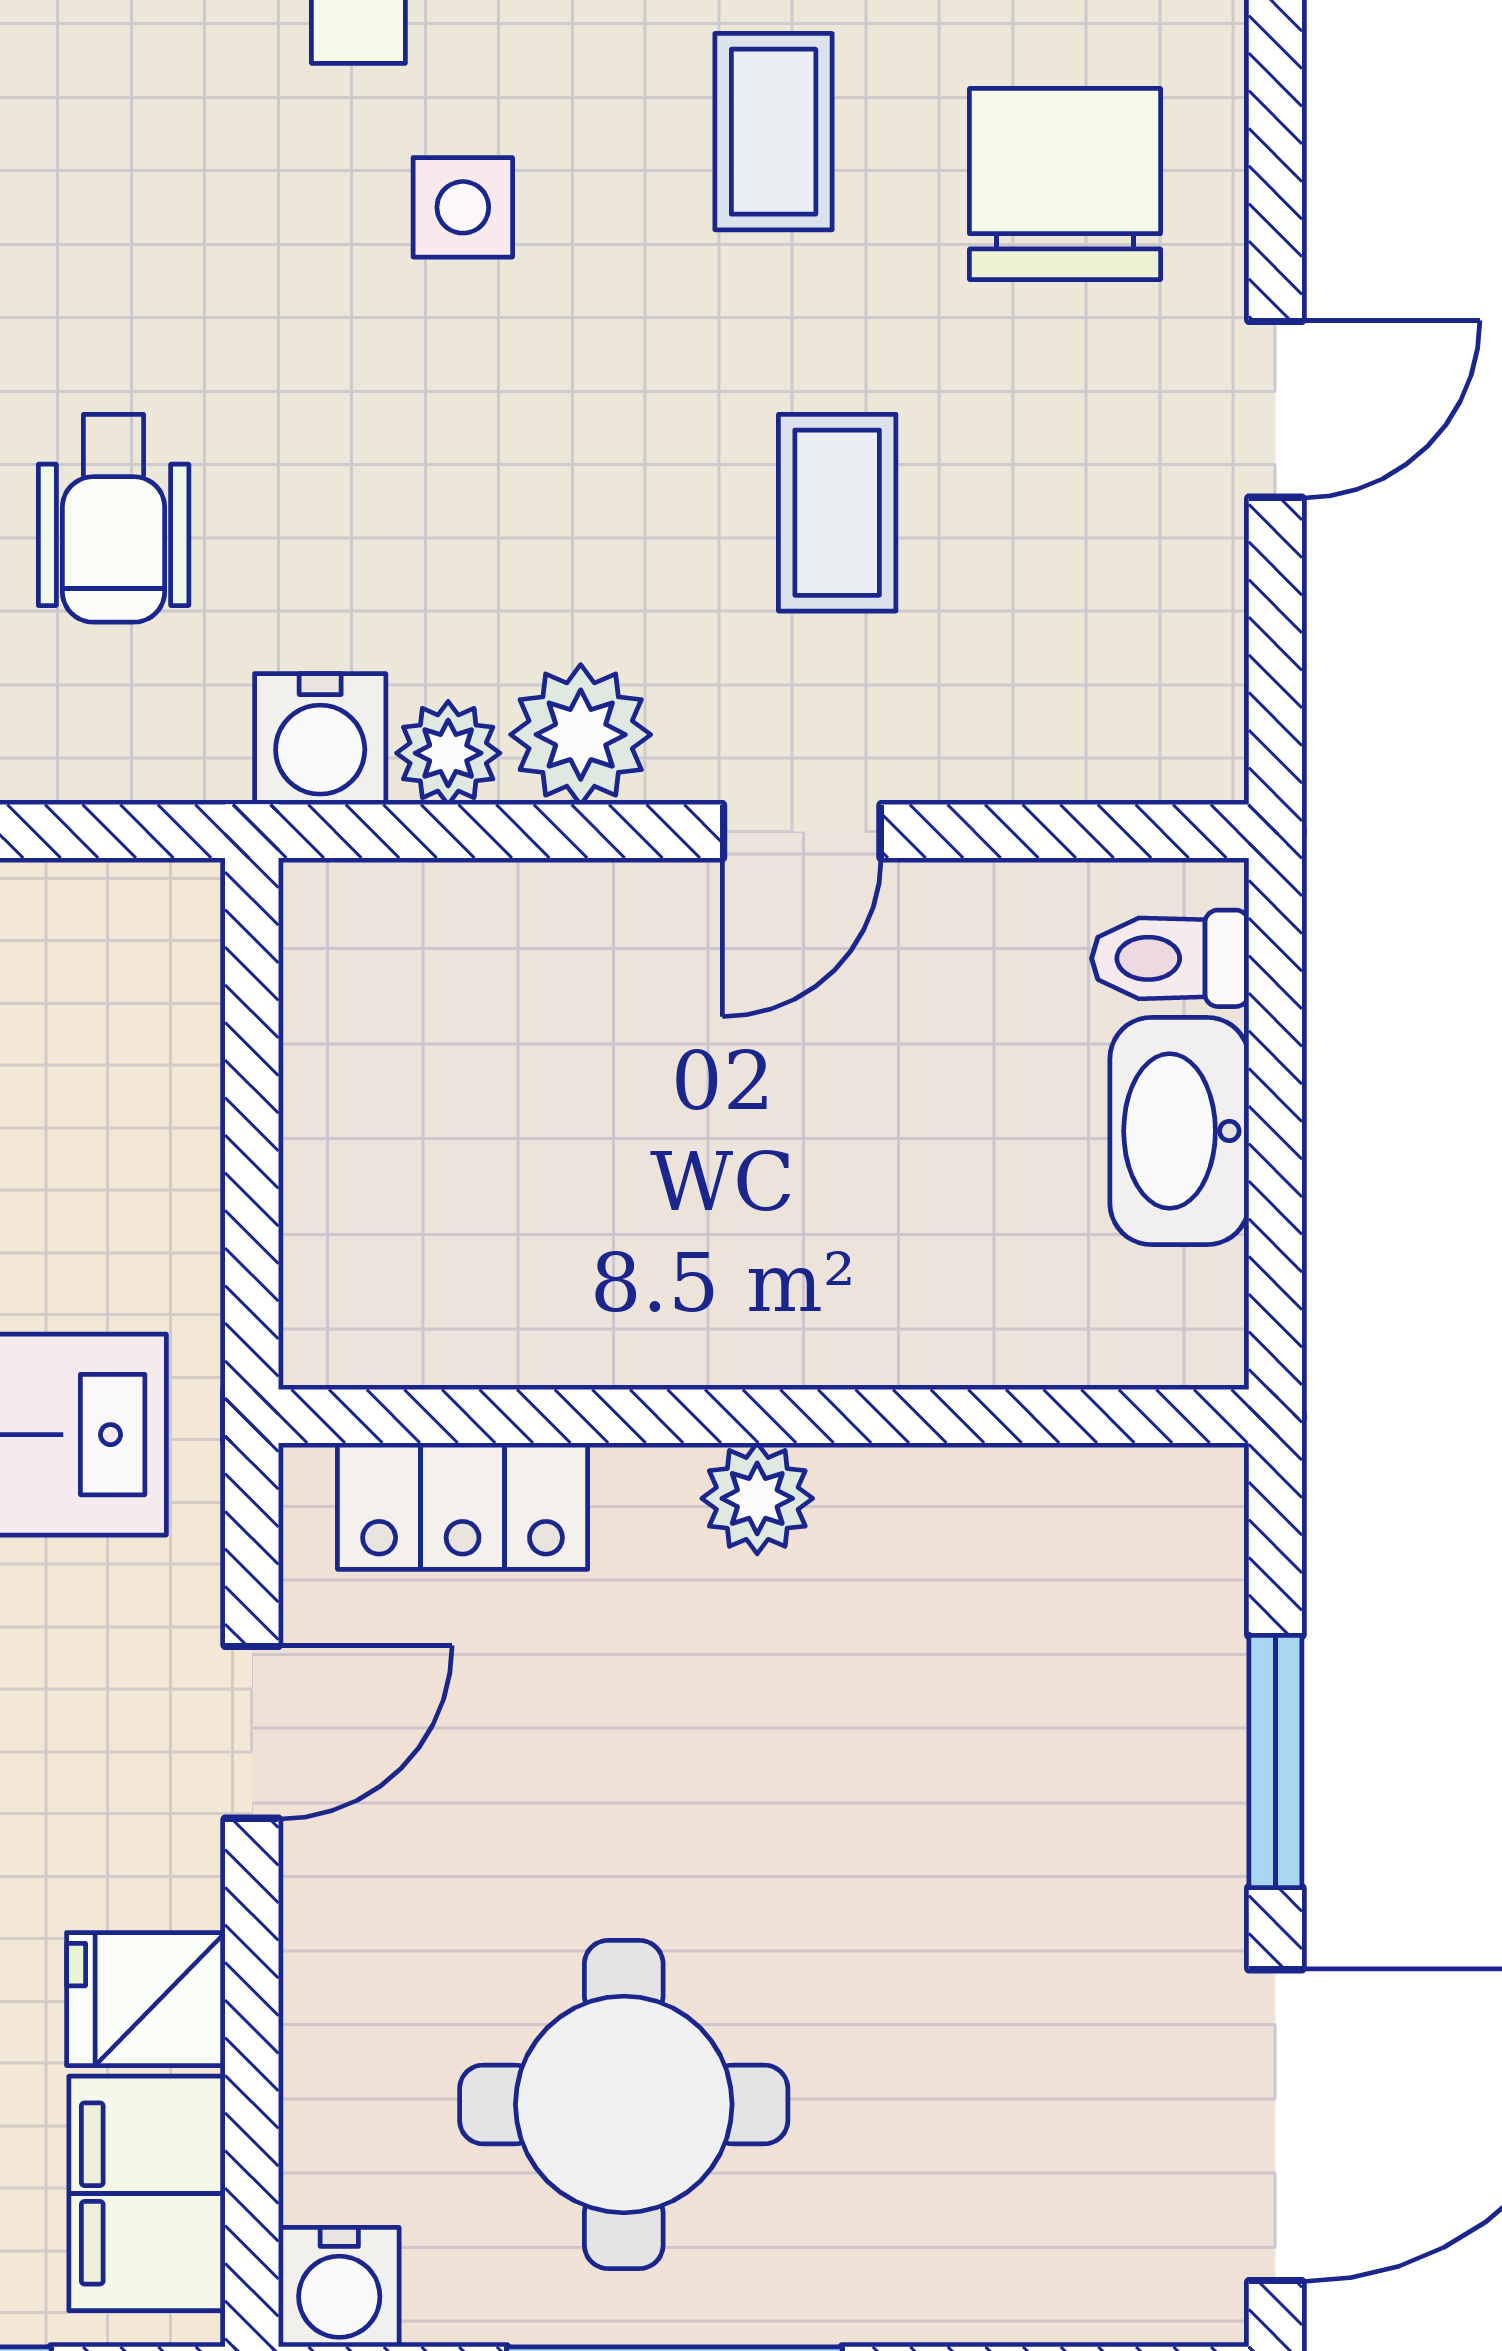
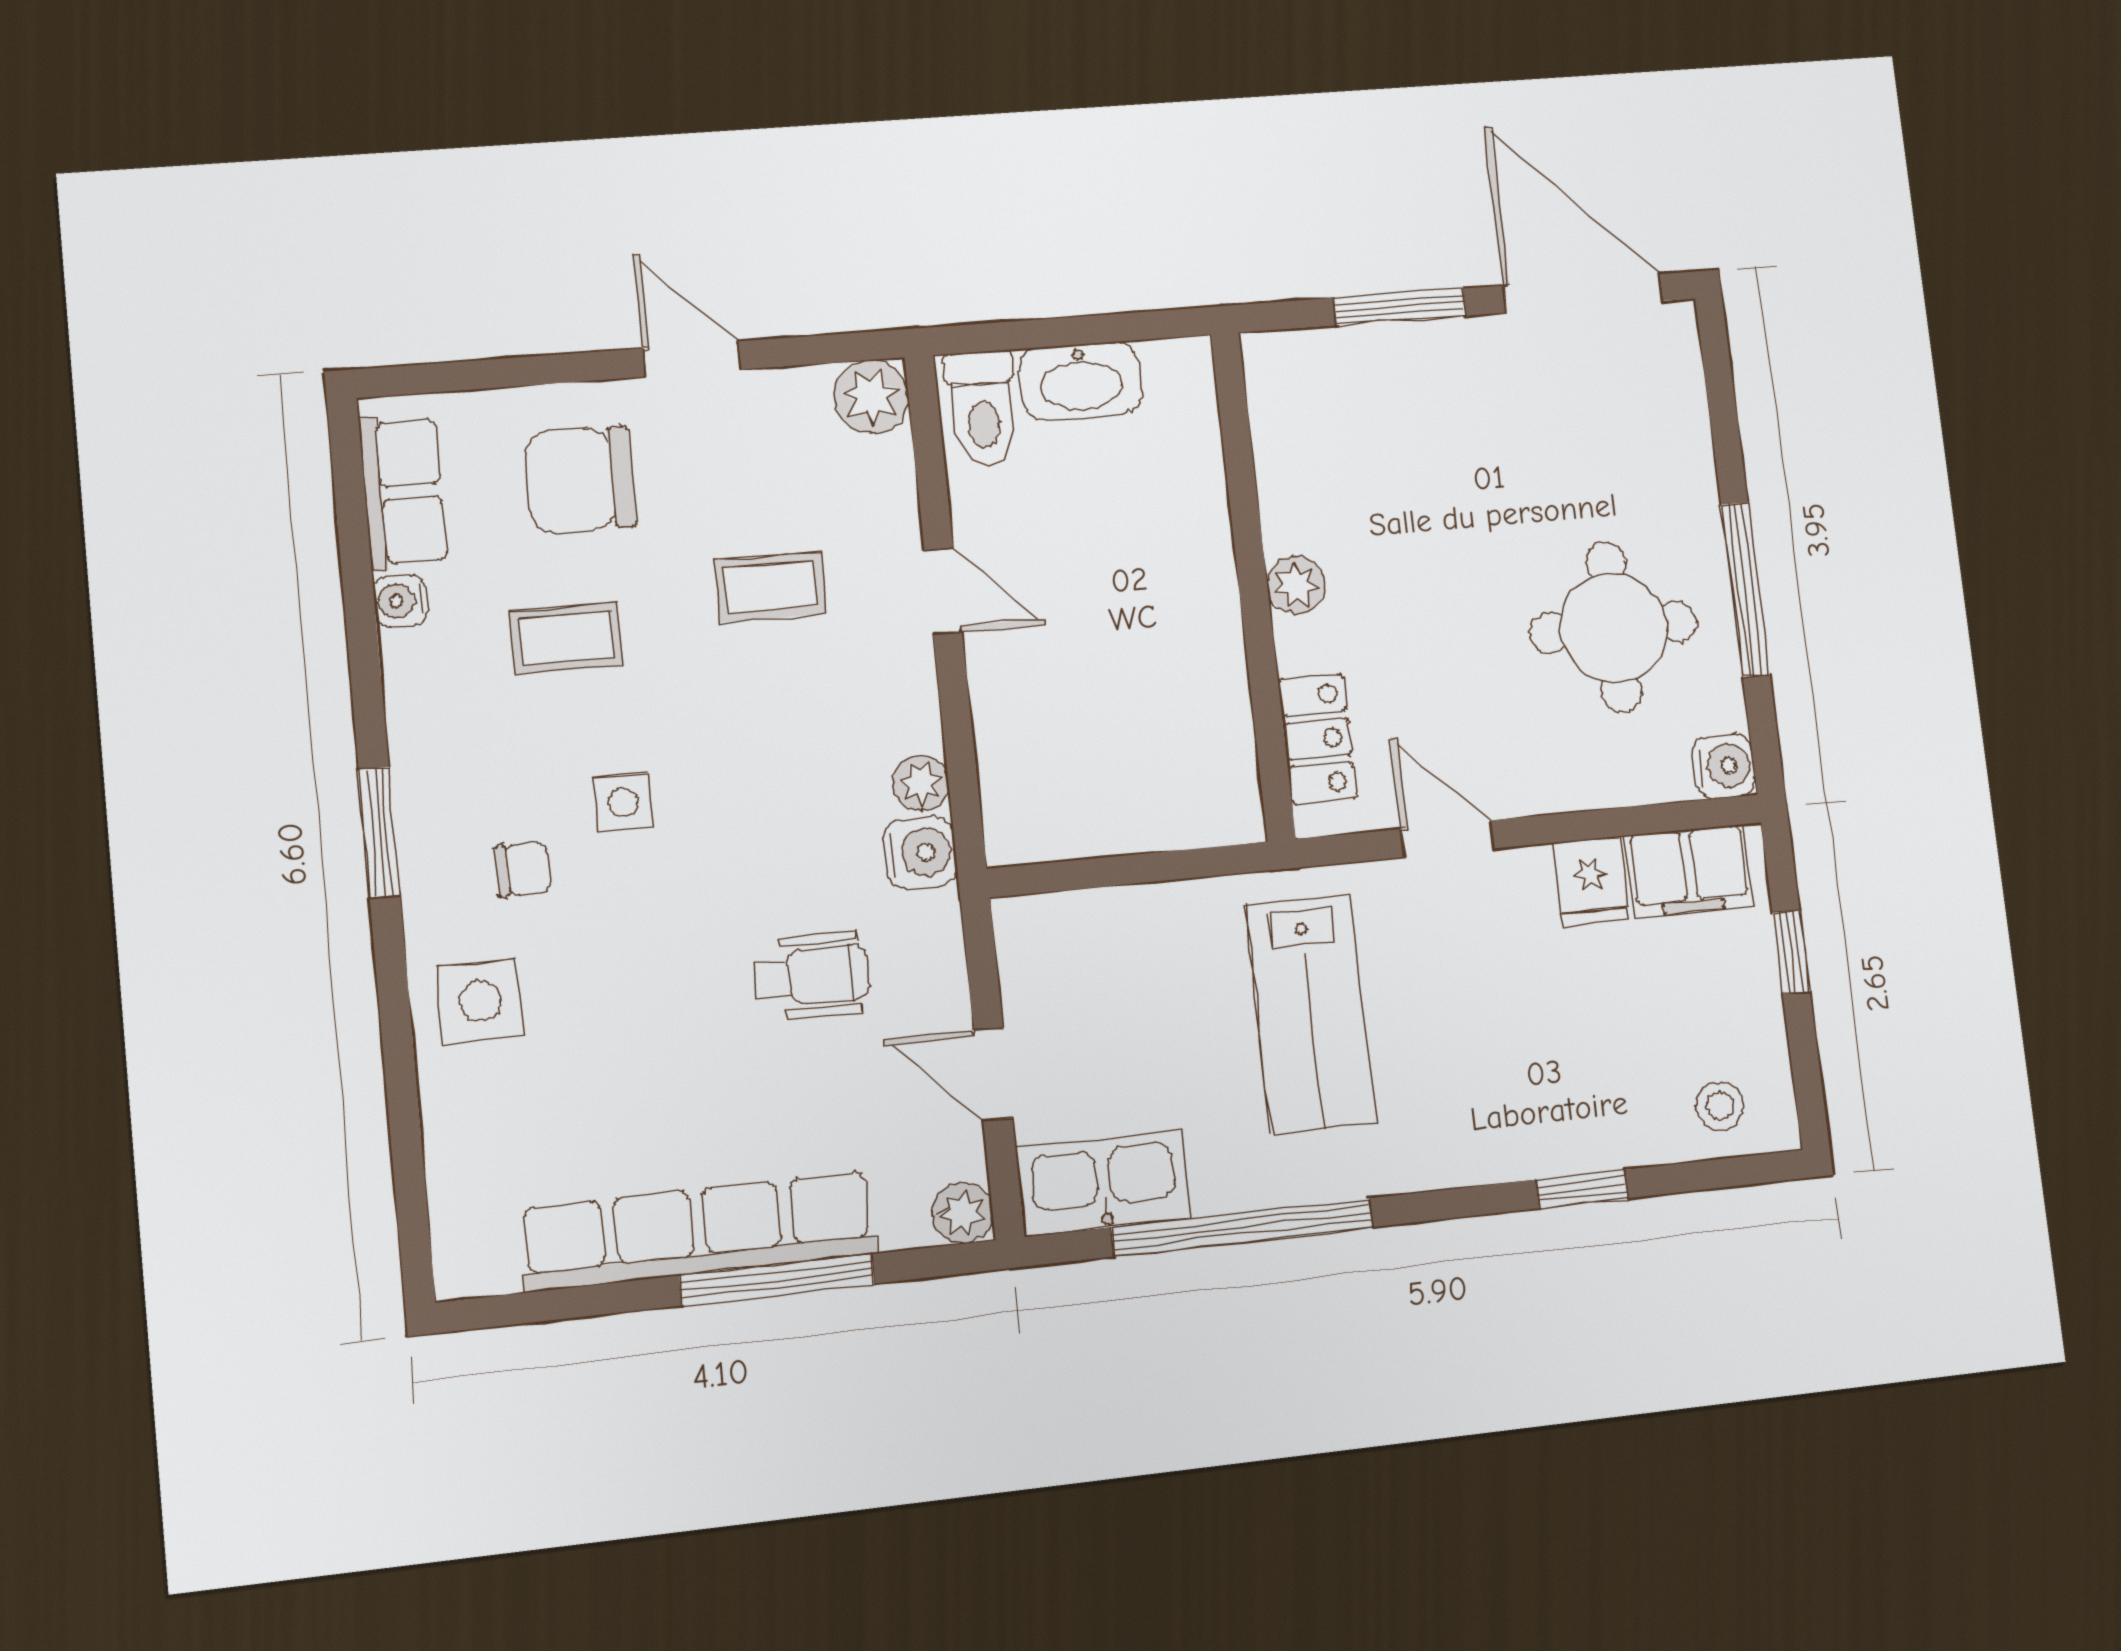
plant: (581, 735) -> (871, 397), moved
toilet: (1170, 958) -> (982, 409), width x1.37, depth x1.39

